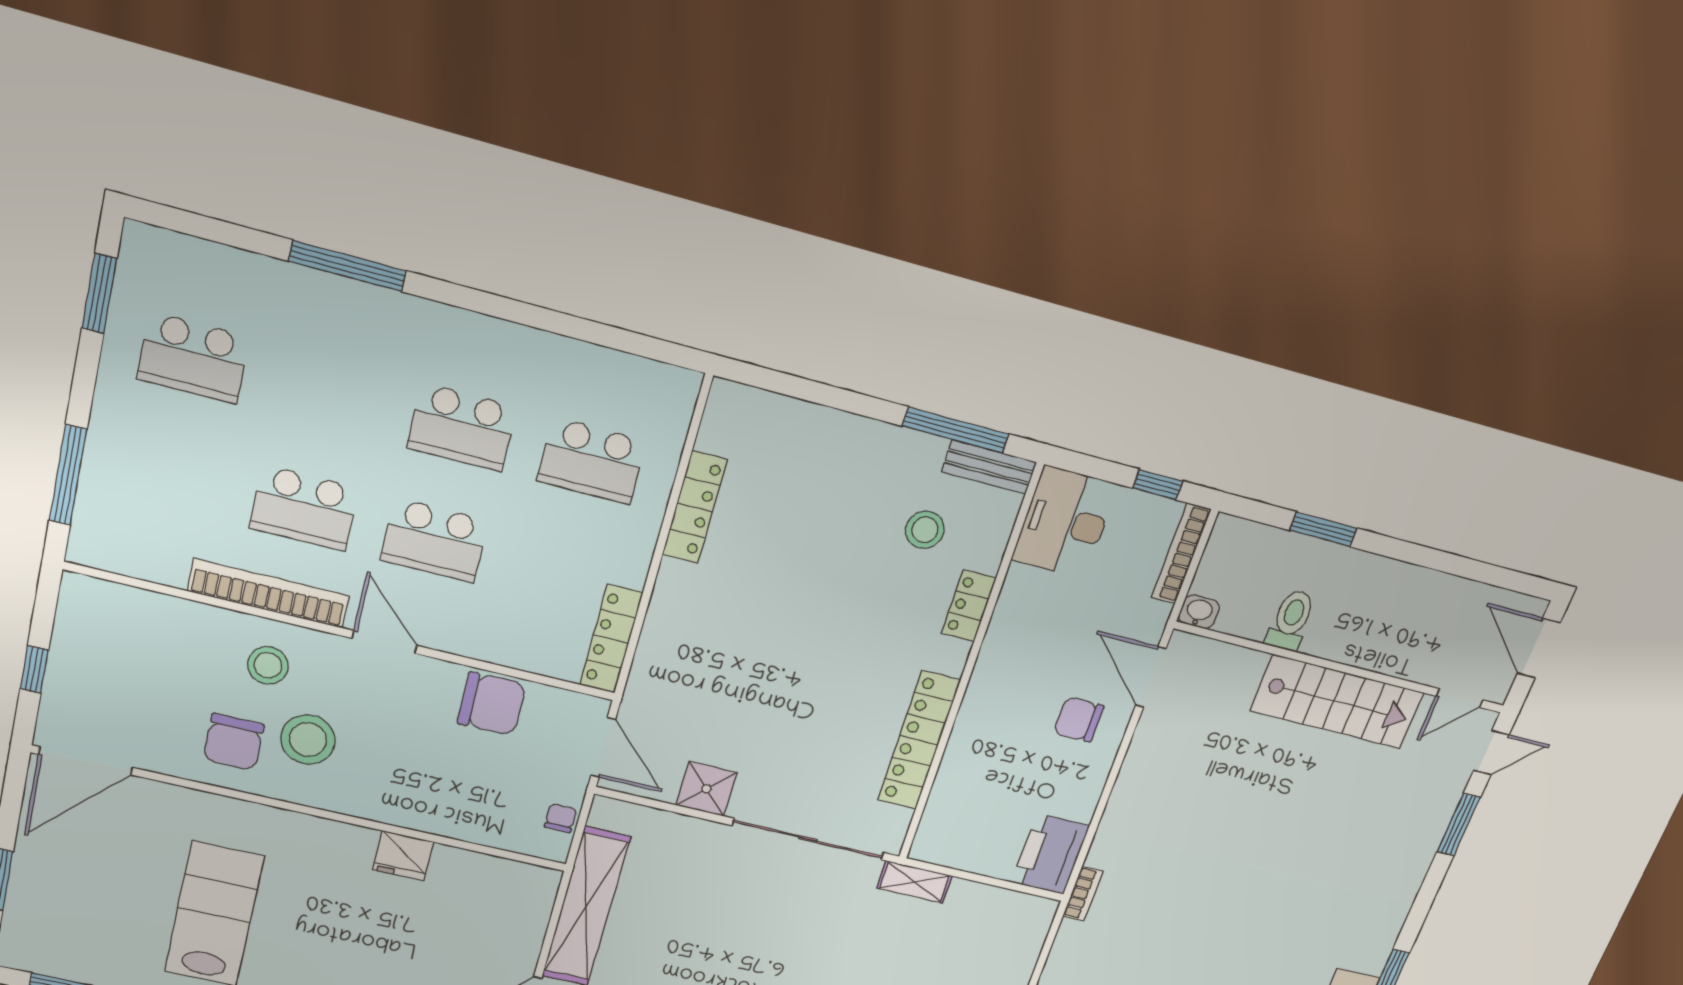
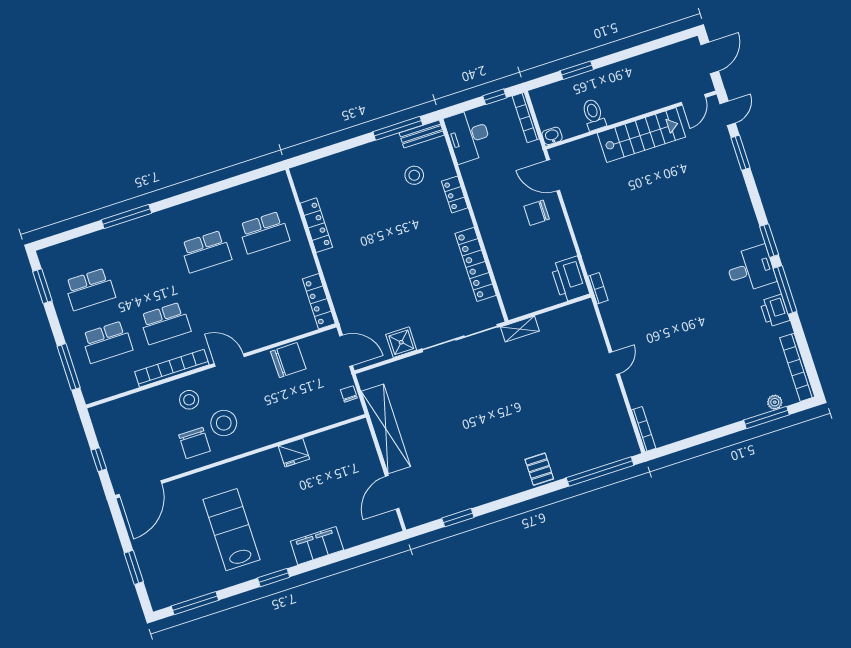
school desk: (435, 540) -> (107, 342), moved
door: (1539, 648) -> (710, 58), swing flipped

